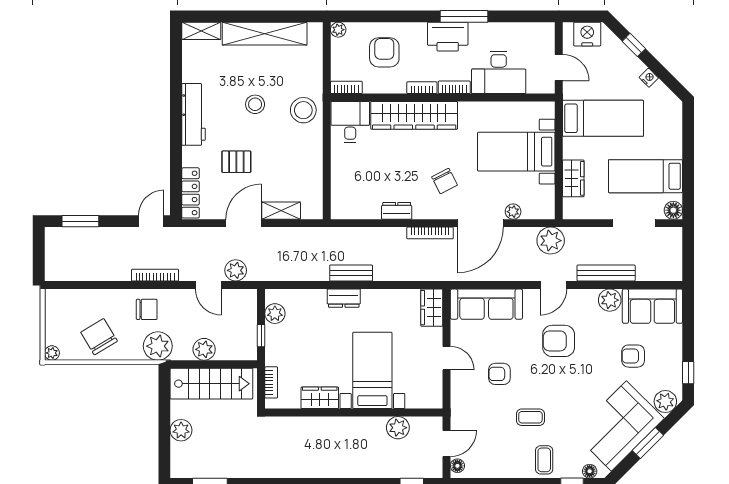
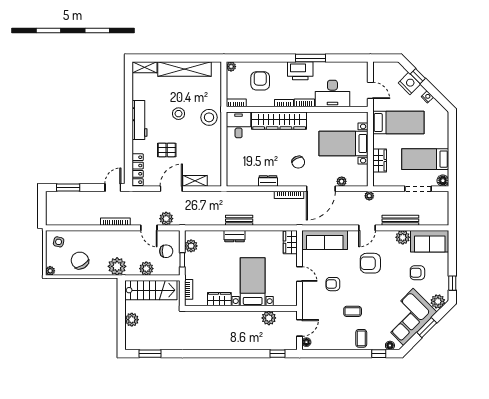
nightstand: (587, 34) -> (409, 84), moved, turned 45
plant: (551, 241) -> (369, 196), width x0.53, depth x0.53
side table: (65, 307) -> (59, 242), added
chair: (147, 309) -> (166, 251), moved

